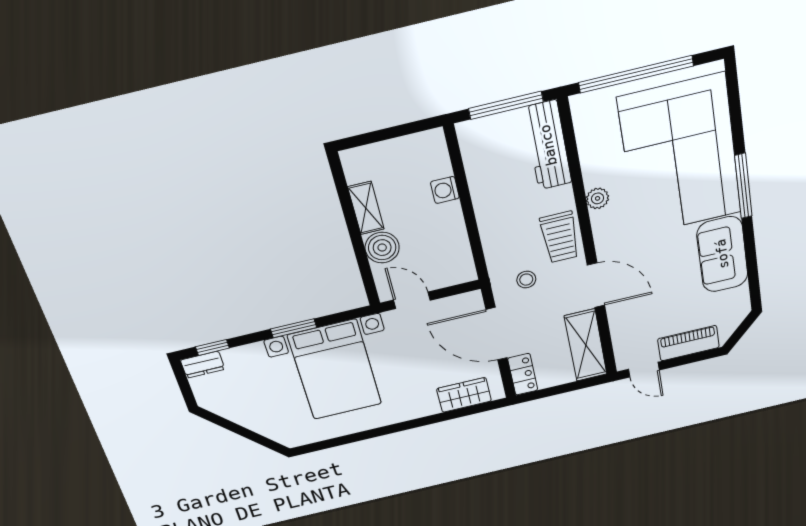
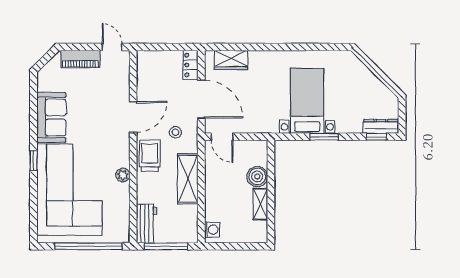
workbench: (548, 145) -> (147, 223), width x0.73
window: (743, 186) -> (34, 161), width x0.46
washing machine: (445, 190) -> (212, 230), moved
door: (596, 285) -> (133, 117), swing flipped
door: (412, 300) -> (222, 137), moved
shelving: (586, 345) -> (188, 179), moved
dresser: (203, 365) -> (381, 126), width x1.44
bed with nightstands: (335, 370) -> (307, 101), width x0.73

